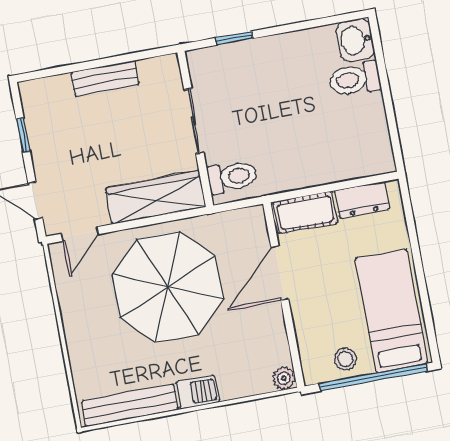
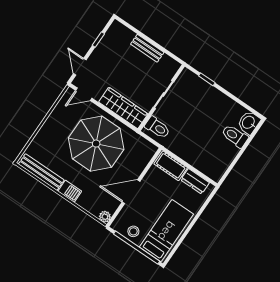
door: (280, 273) -> (131, 192), moved

